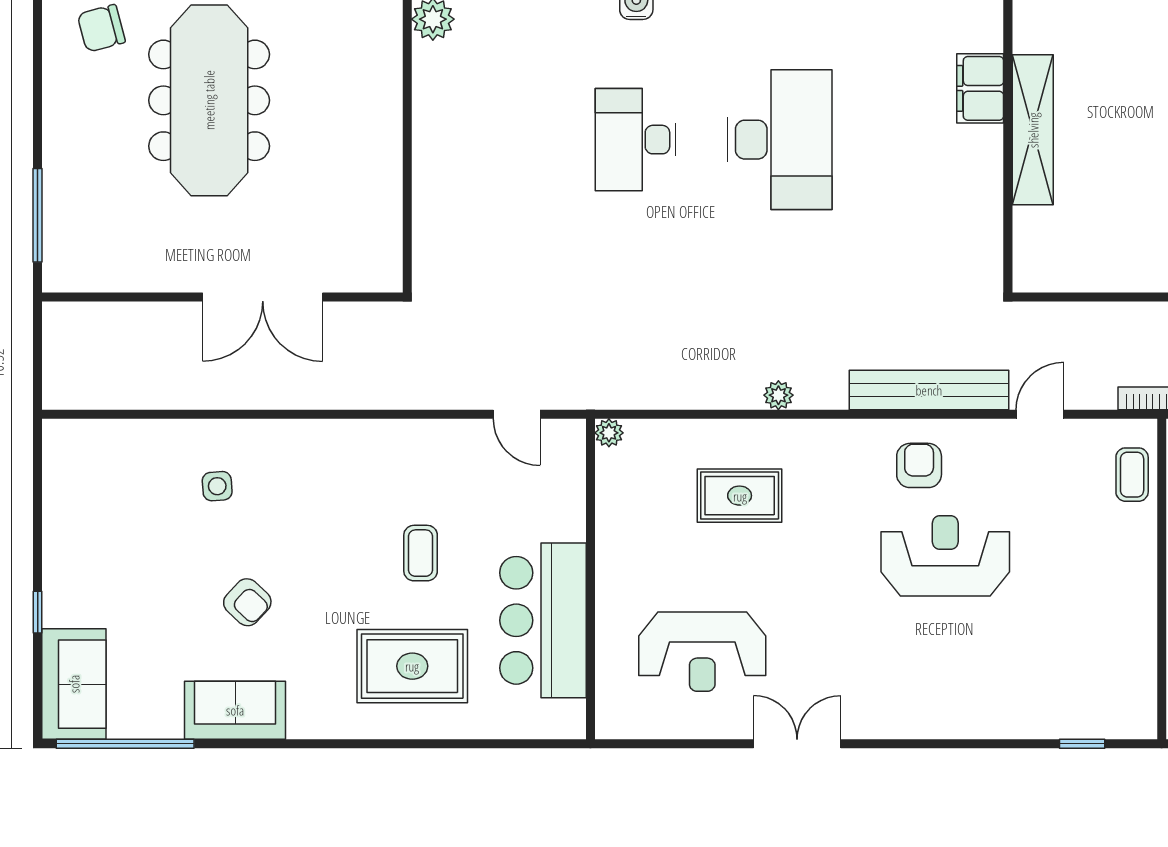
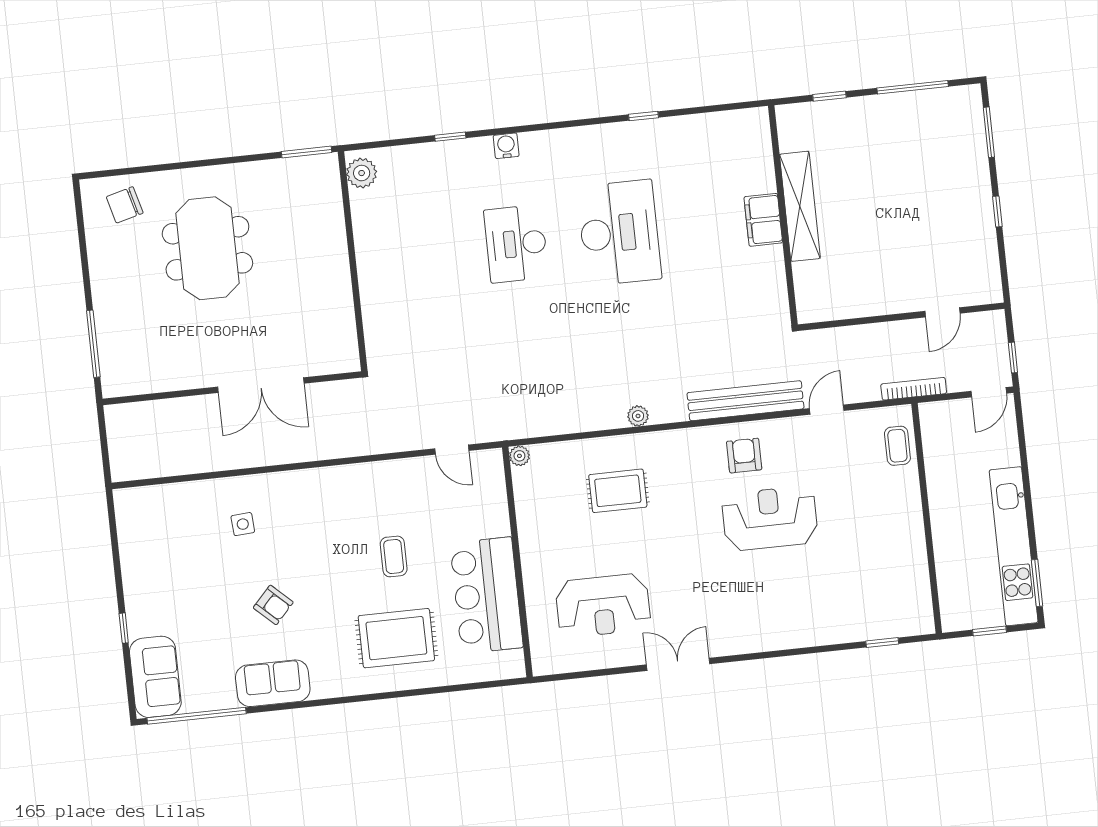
filing cabinet: (980, 88) -> (763, 220), moved
meeting table: (209, 100) -> (207, 248), width x0.73

